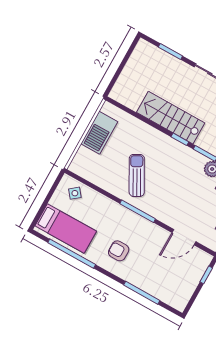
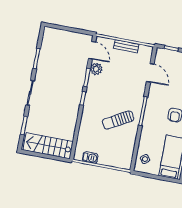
stairs: (171, 118) -> (48, 146), moved, turned 90
barbecue: (99, 133) -> (90, 158), width x0.53, depth x0.65

